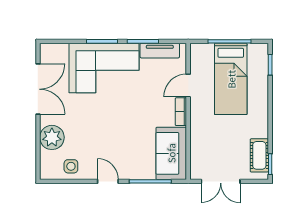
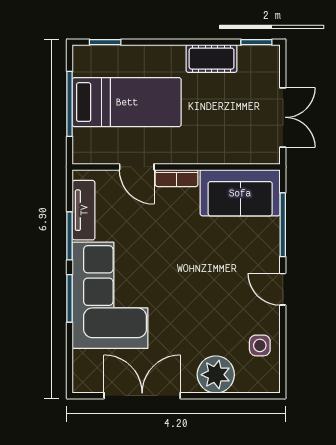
cot: (259, 155) -> (212, 59), moved
door: (108, 181) -> (283, 289), hinge flipped

